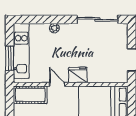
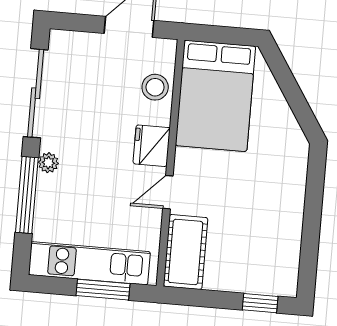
window: (50, 19) -> (27, 195), added
plant: (54, 28) -> (48, 163), moved
stool: (105, 74) -> (155, 87), added

